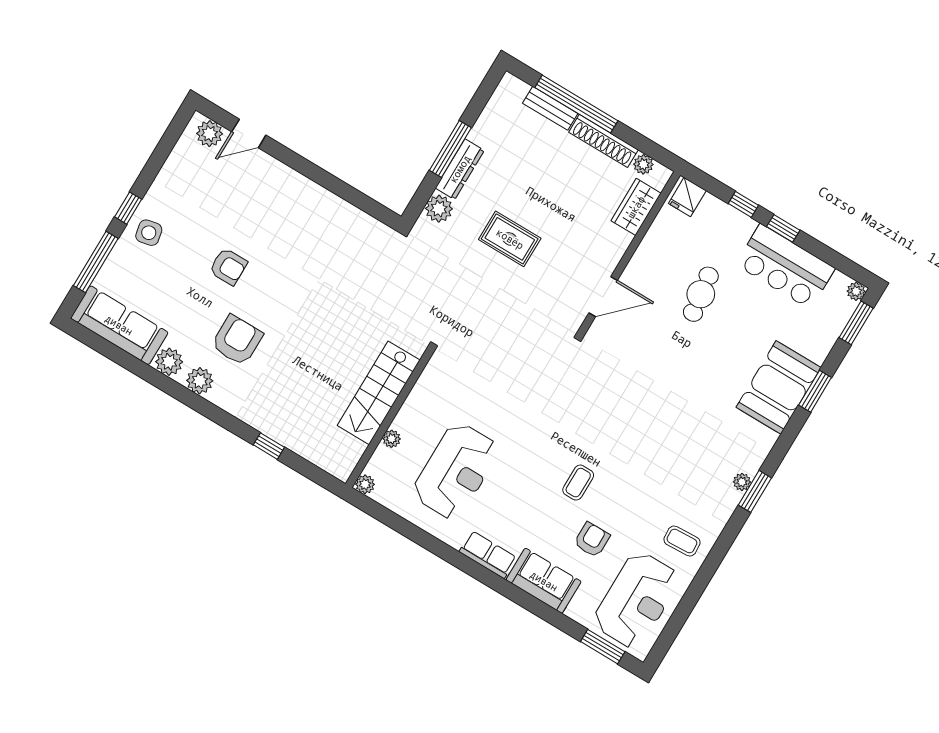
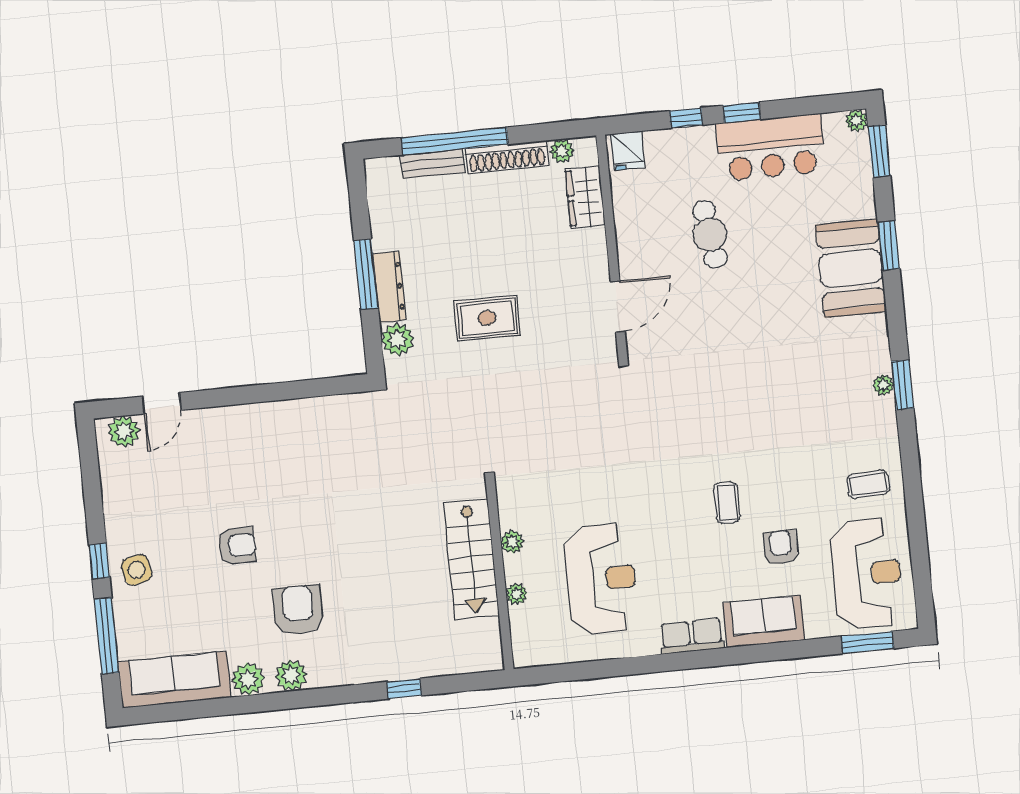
plant: (365, 484) -> (512, 542), moved

